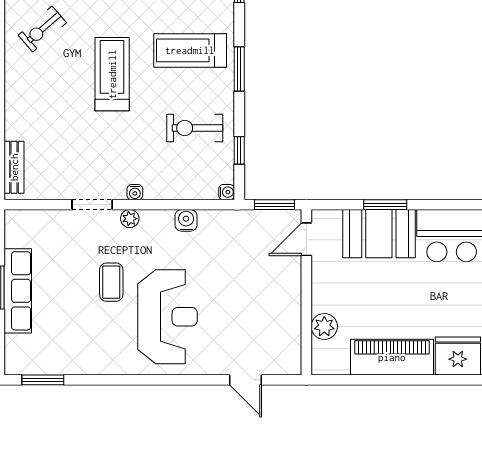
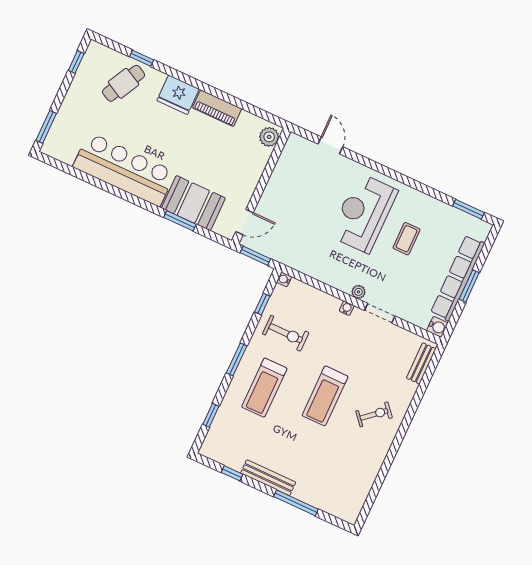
exercise bike: (42, 29) -> (374, 414), moved
treadmill: (190, 50) -> (264, 388), turned 90
water cooler: (186, 220) -> (437, 327), moved, turned -90
coffee table: (111, 282) -> (407, 239), moved
row of seats: (18, 291) -> (458, 278), width x1.36
plant: (324, 326) -> (269, 137), moved
piano: (392, 357) -> (217, 108), width x0.73, depth x0.75

